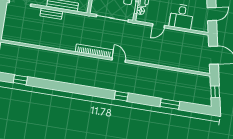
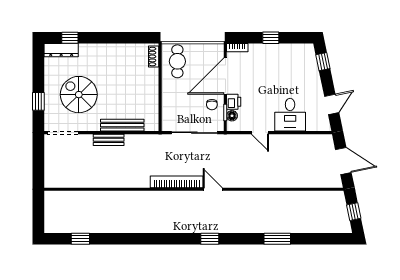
door: (158, 26) -> (260, 133), hinge flipped
window: (121, 96) -> (210, 239), moved
window: (170, 104) -> (277, 239), moved

